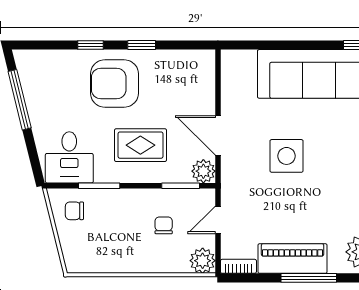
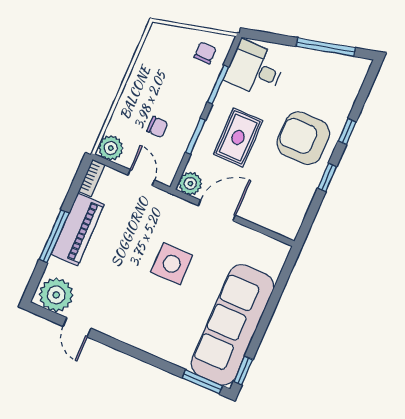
armchair: (114, 83) -> (303, 138), turned -90
window: (181, 186) -> (195, 136), moved

